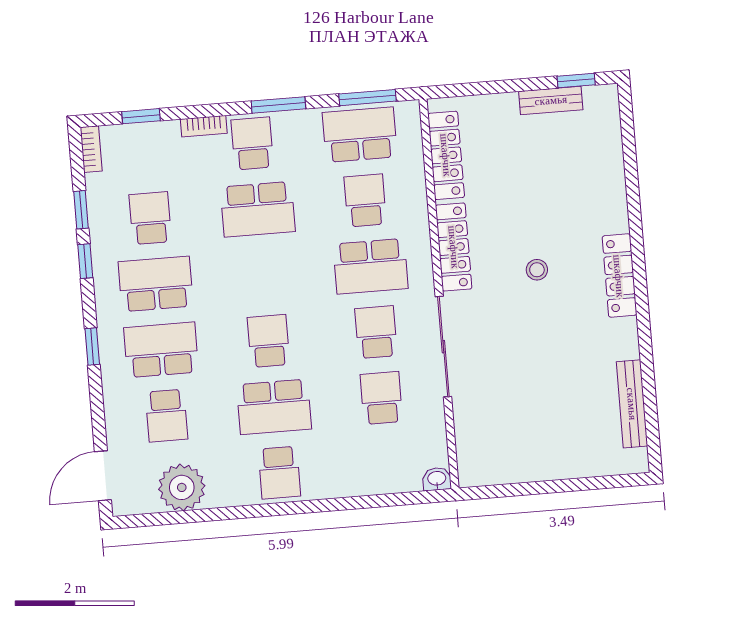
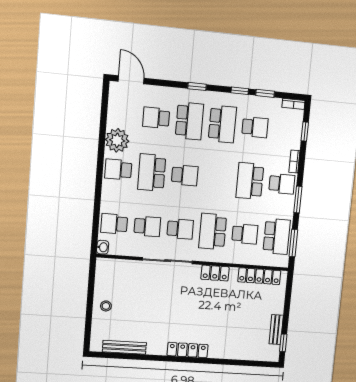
locker: (454, 247) -> (215, 273), width x0.66
stool: (537, 270) -> (106, 306), moved
school desk: (387, 464) -> (114, 224), added
plant: (182, 487) -> (117, 140), moved

